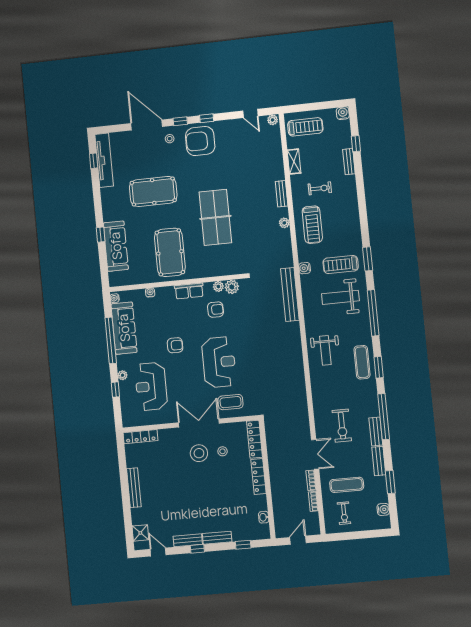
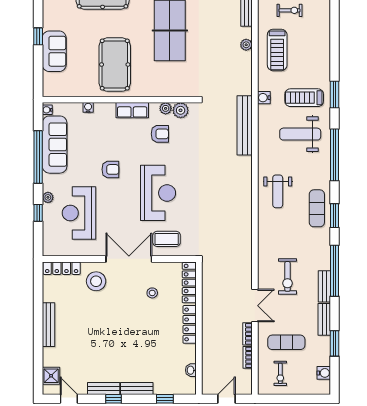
sofa: (116, 246) -> (54, 51), width x0.73
stool: (199, 453) -> (96, 281), moved

